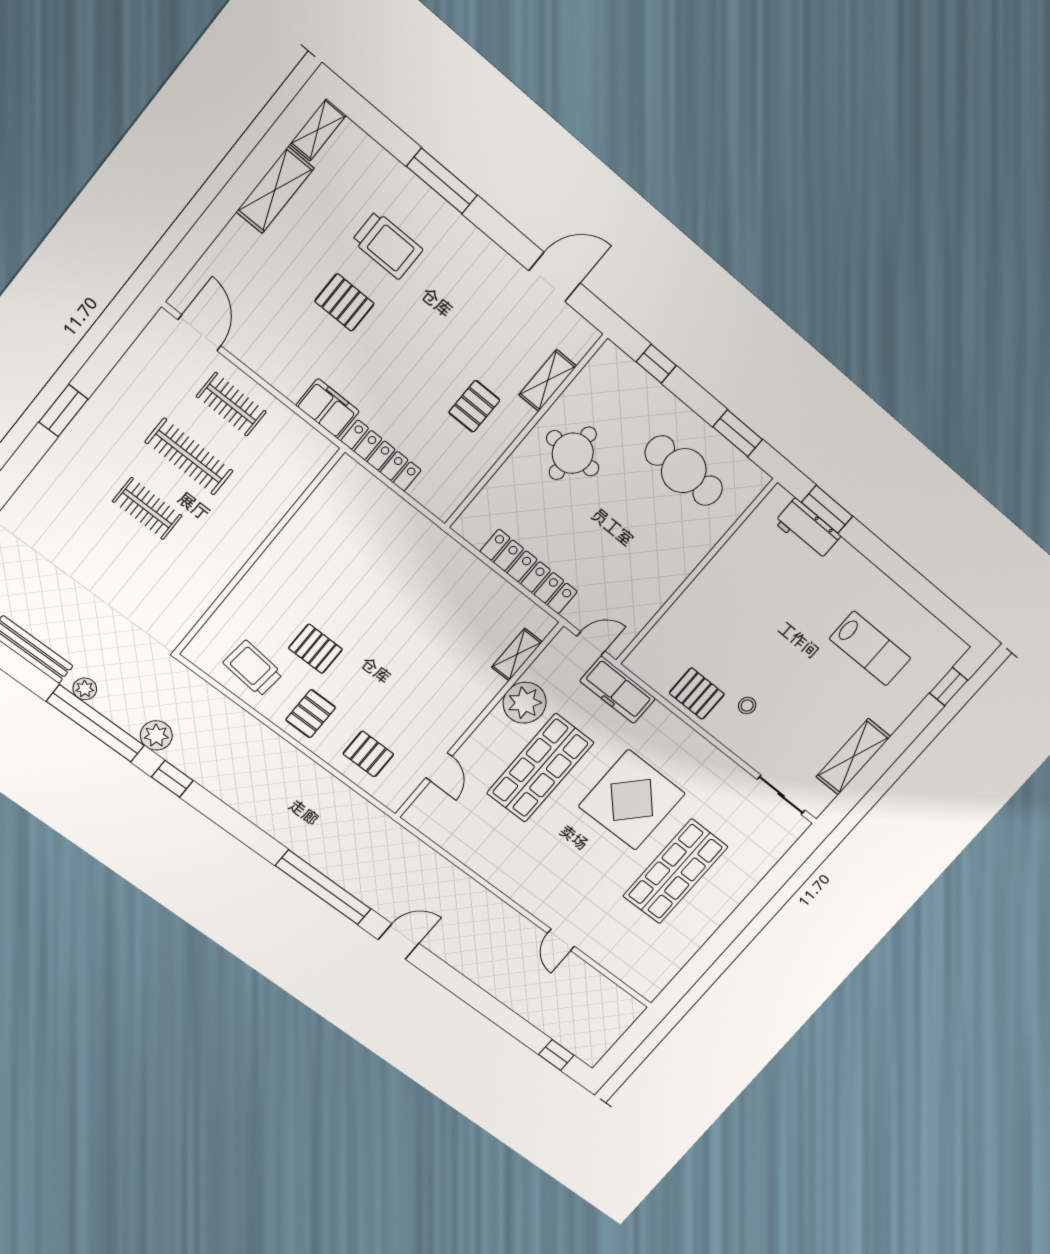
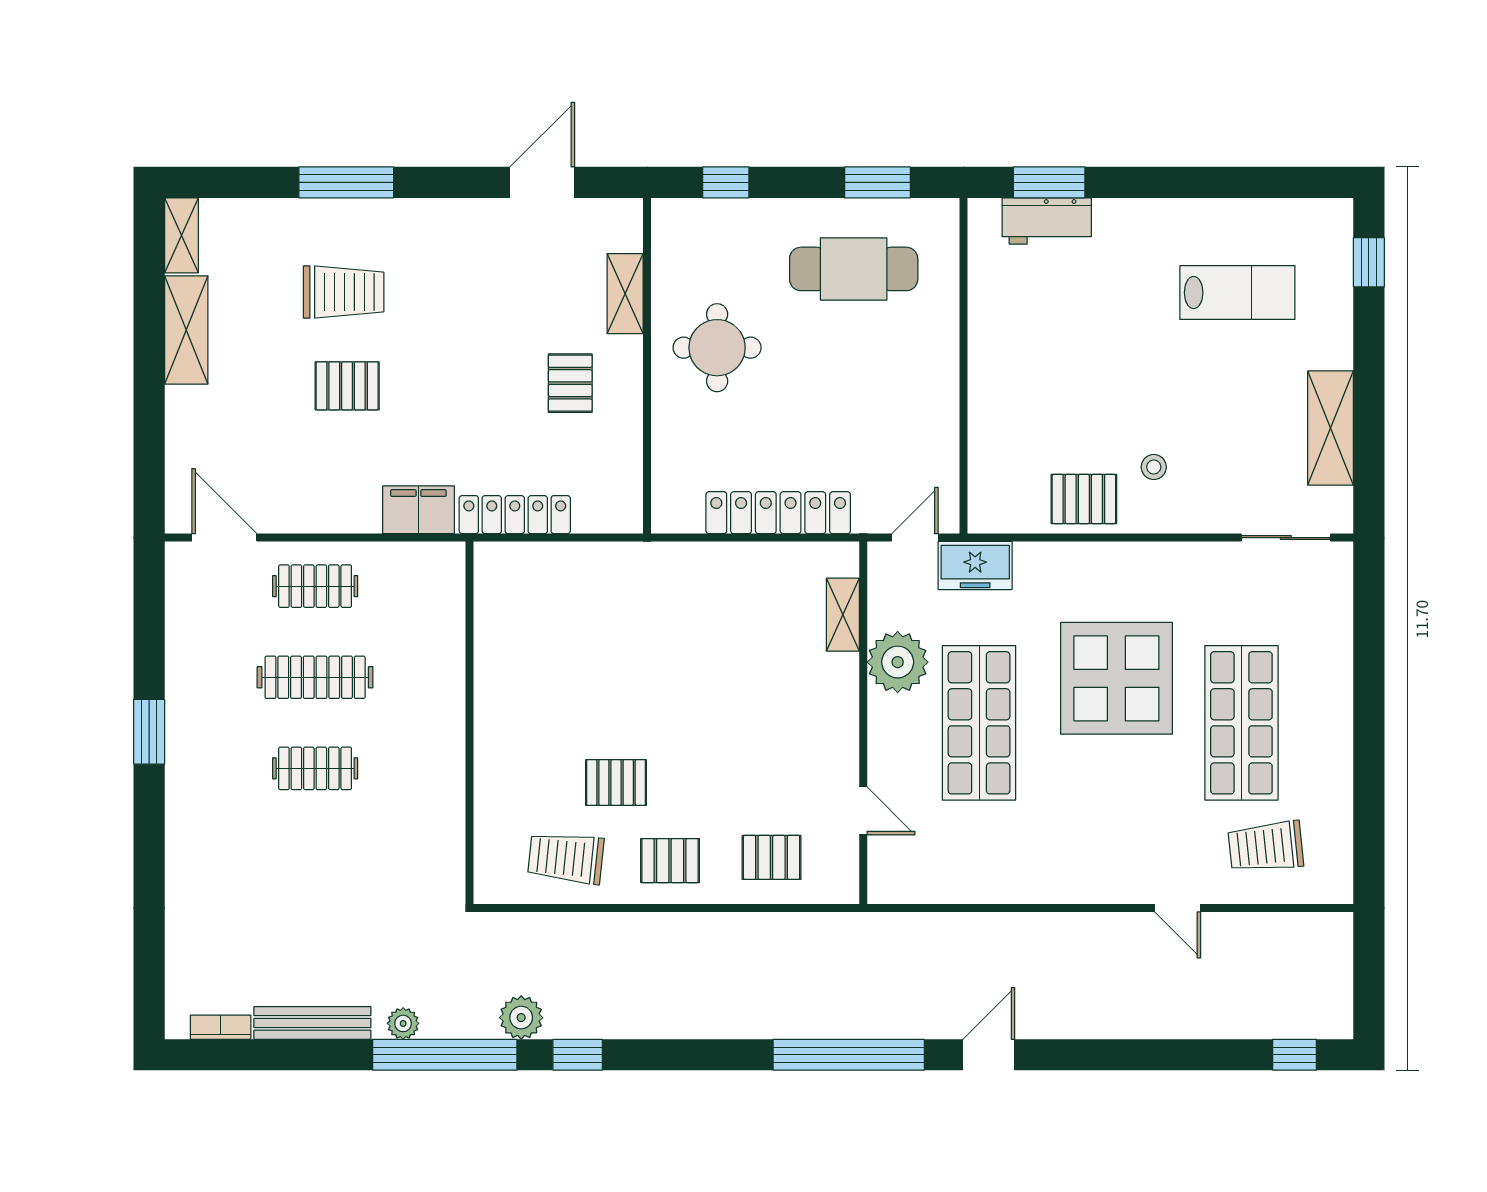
freezer: (618, 690) -> (975, 565), width x0.71
pallet: (311, 714) -> (670, 861), turned 90
trolley: (633, 942) -> (1266, 847), added

